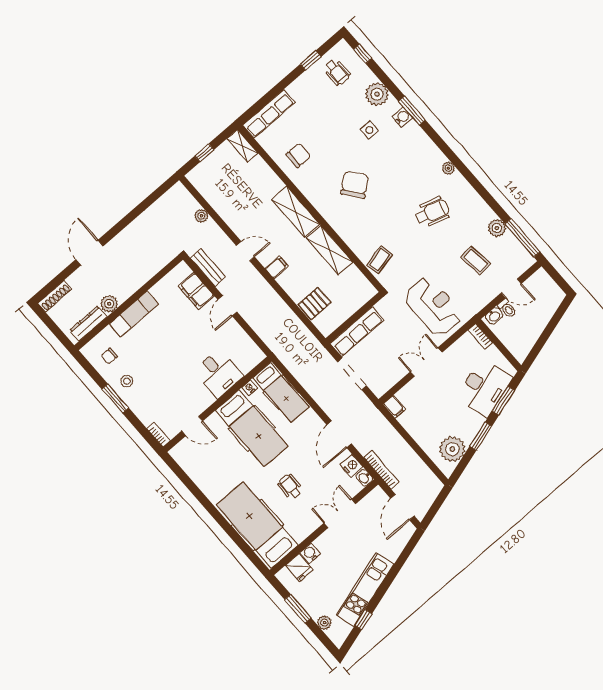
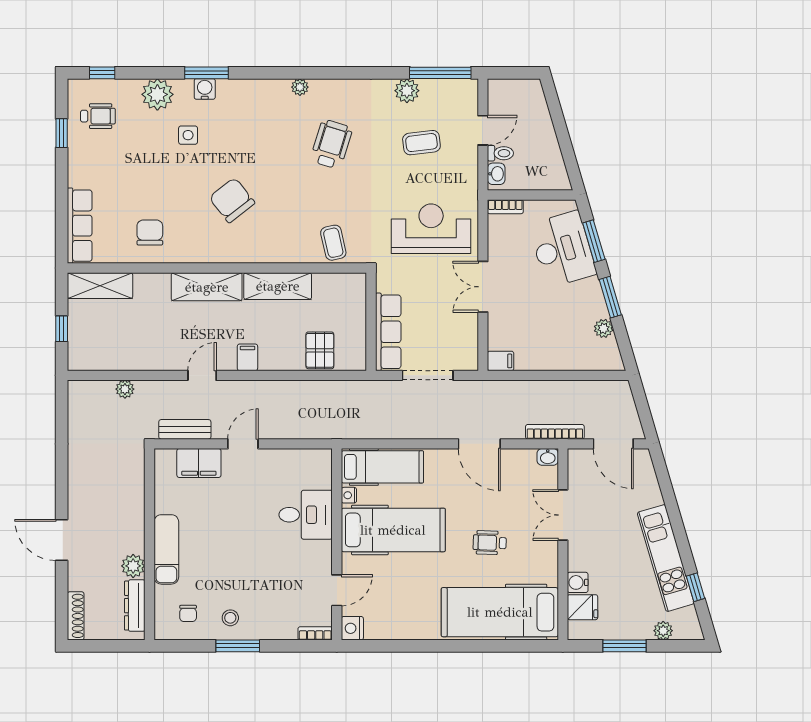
shelving: (242, 146) -> (100, 286), width x1.50, depth x1.33
door: (227, 306) -> (243, 444), swing flipped
plant: (452, 449) -> (604, 328), width x0.53, depth x0.53
nightstand: (352, 466) -> (352, 628), moved, turned -90

